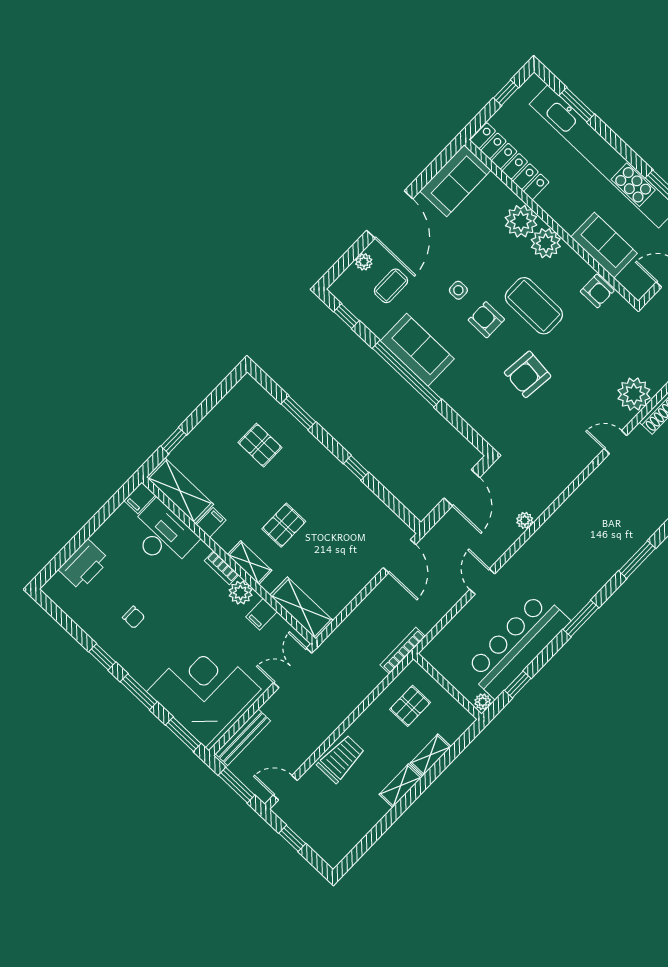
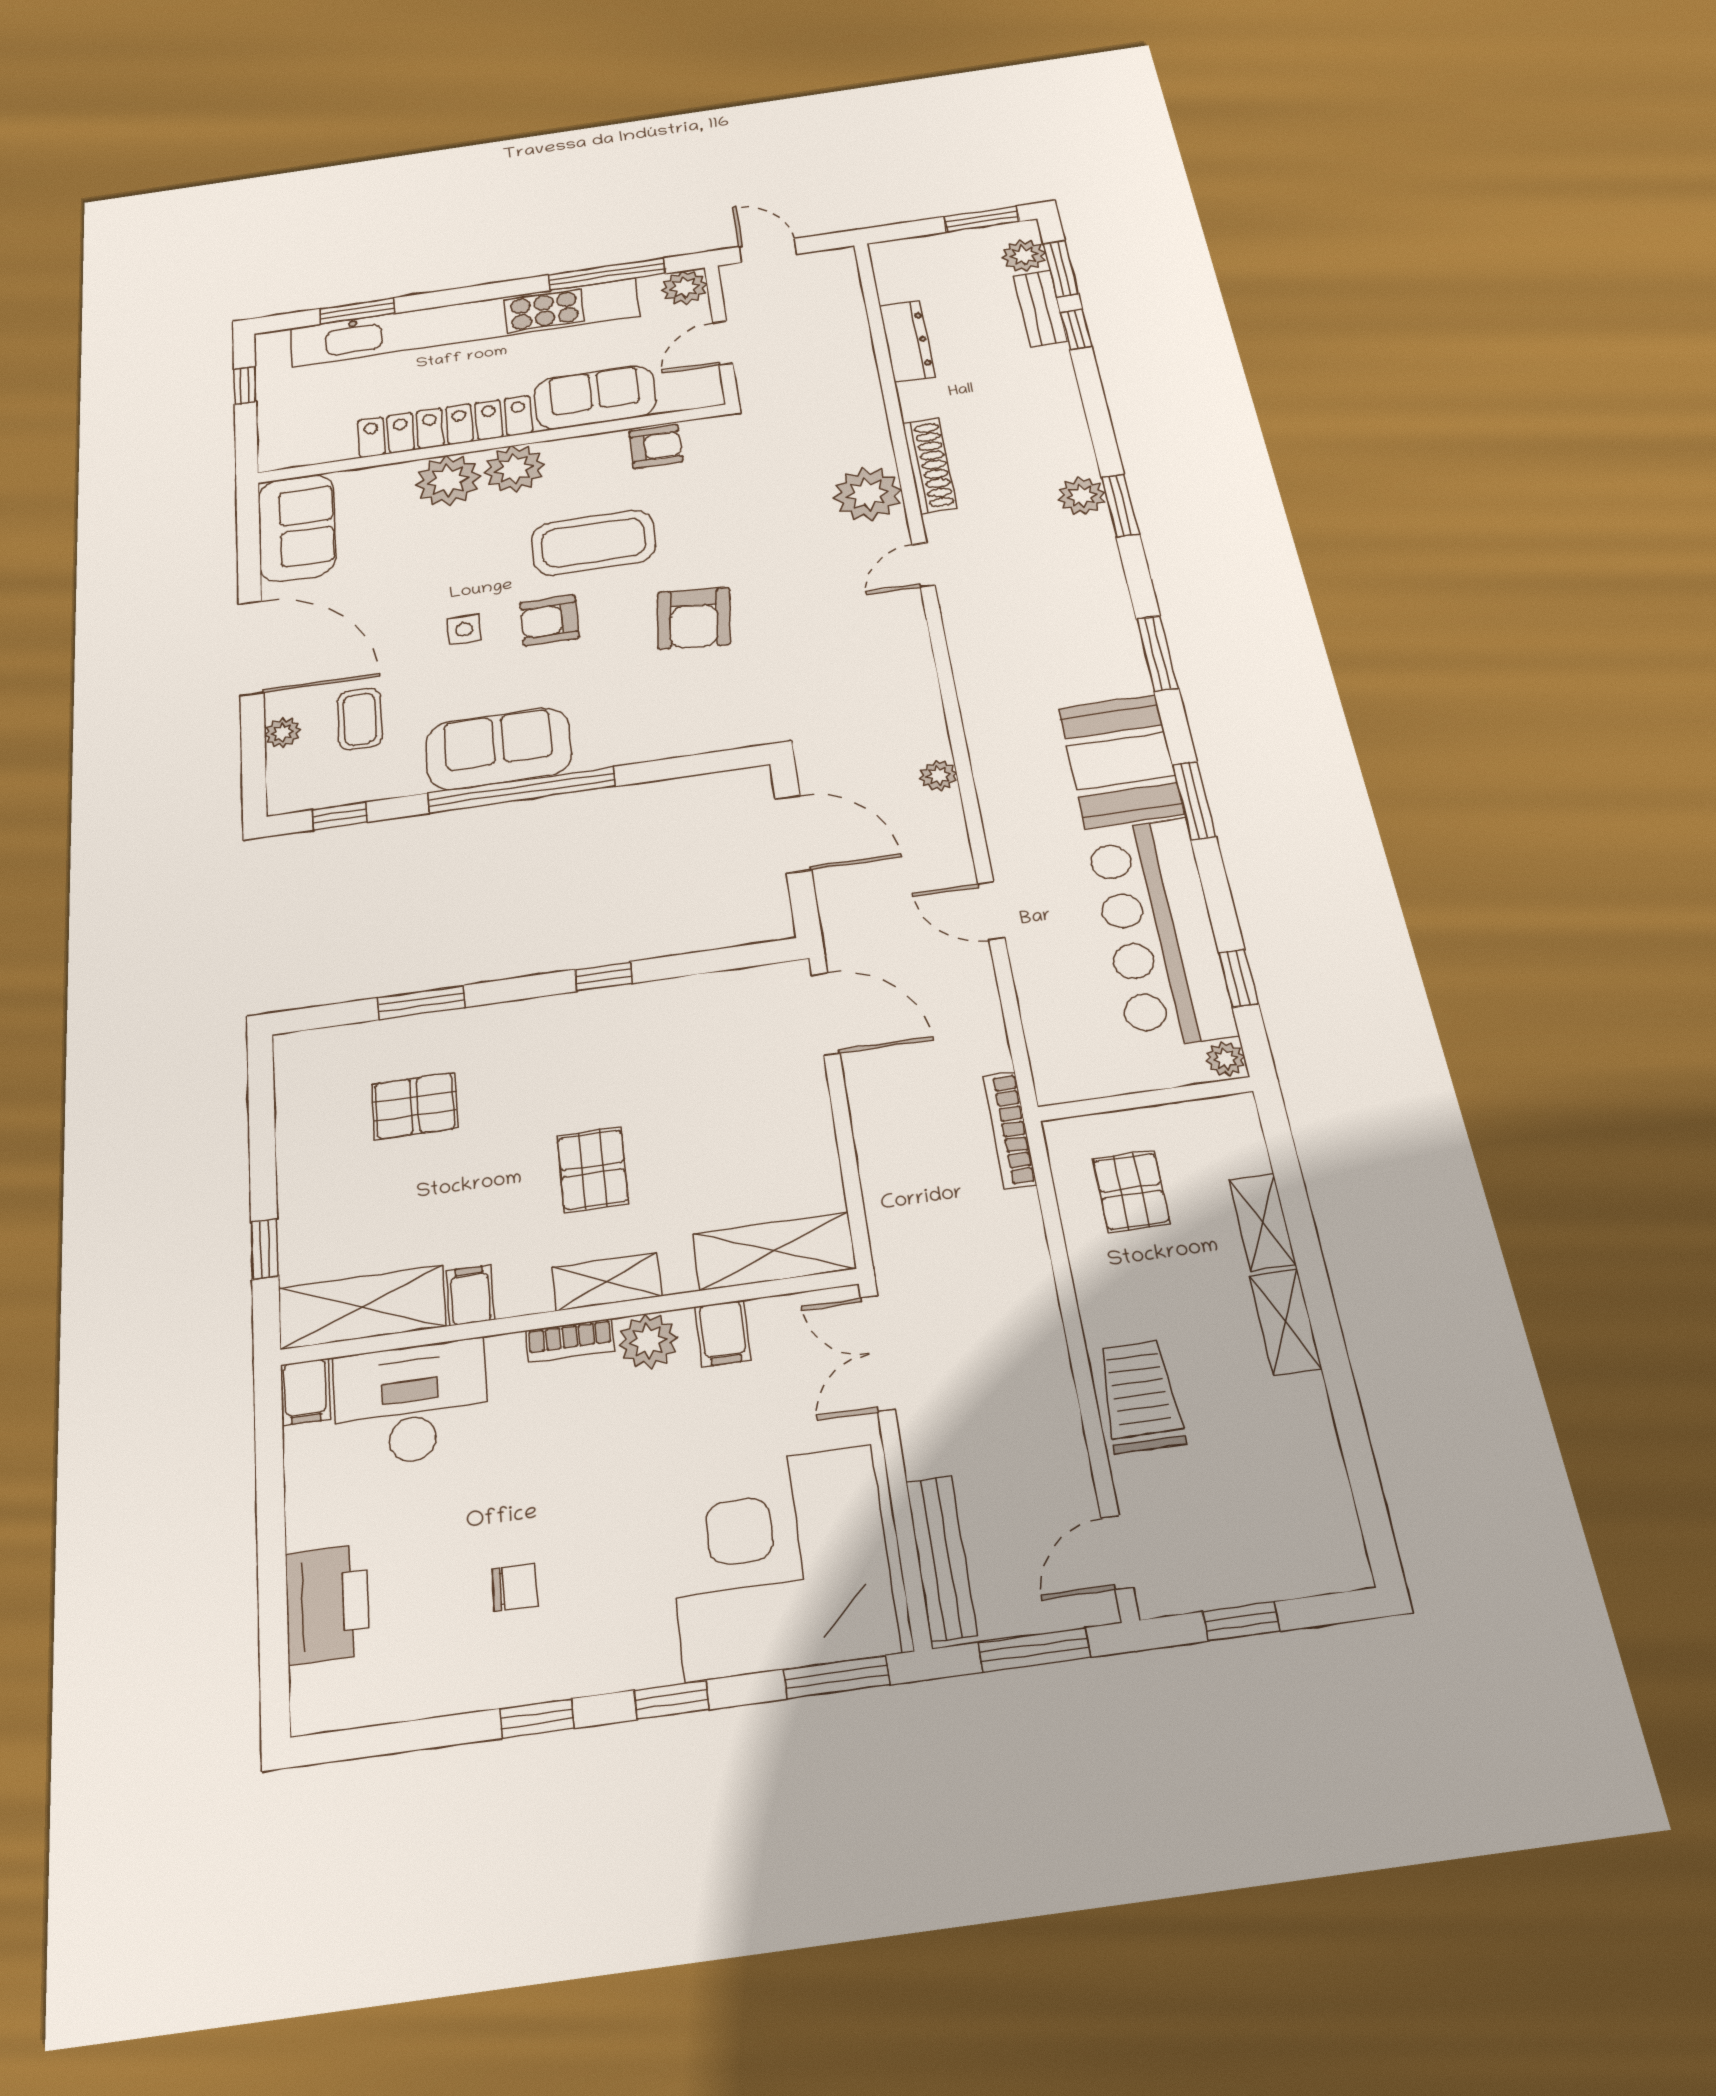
locker: (509, 161) -> (445, 426), moved
booth: (579, 581) -> (1121, 761), added
window: (139, 692) -> (672, 1700), width x0.67

